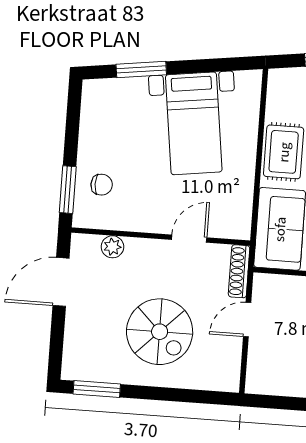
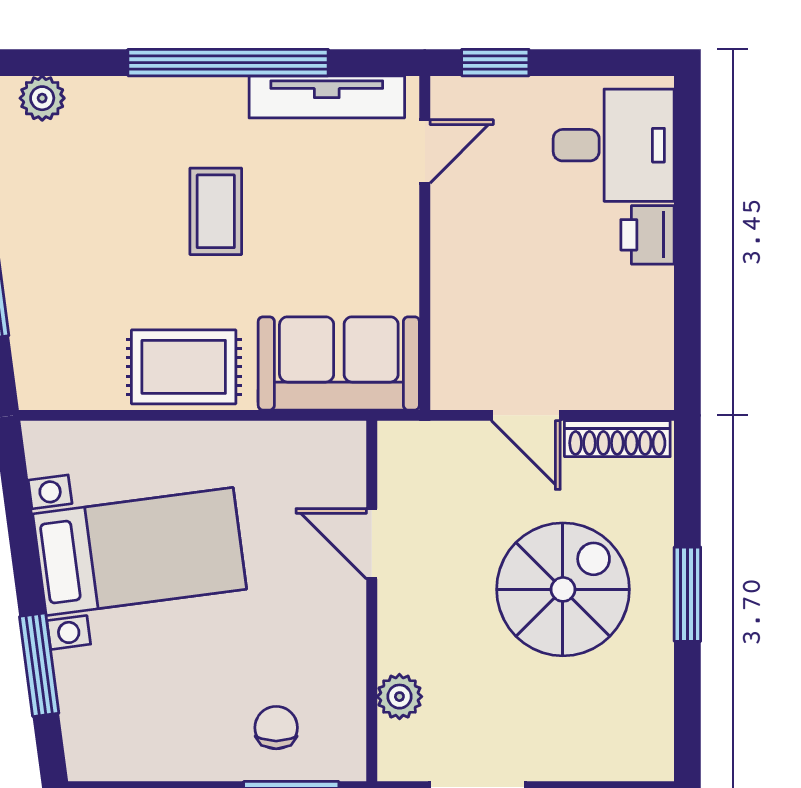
shoe rack: (239, 271) -> (617, 439), moved
window: (97, 389) -> (687, 594), moved

